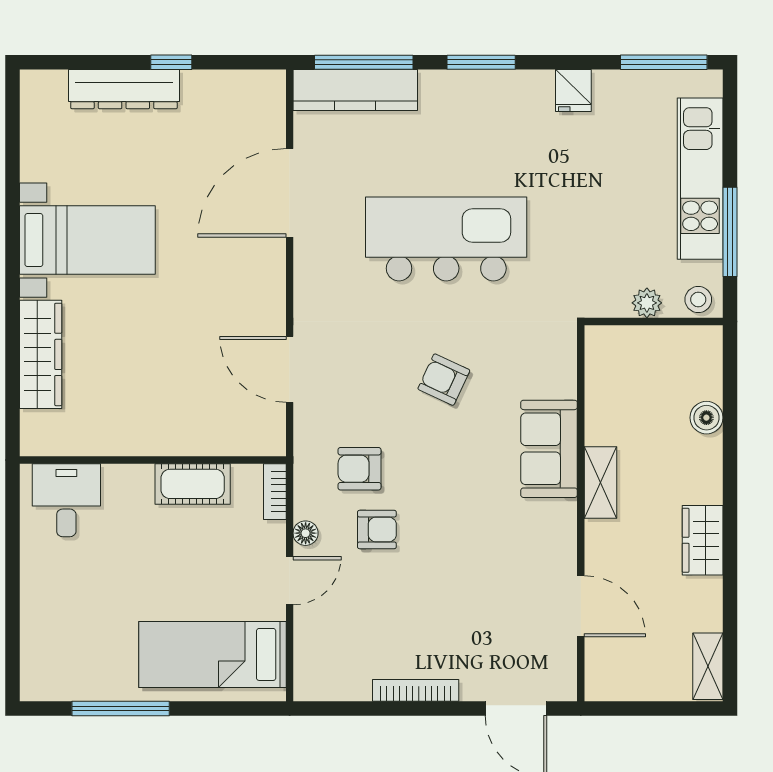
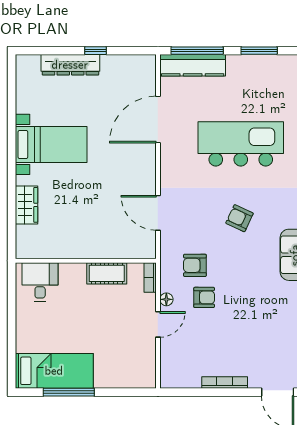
wardrobe: (41, 354) -> (26, 205), width x0.67
bed: (212, 654) -> (54, 371), moved, turned 180

